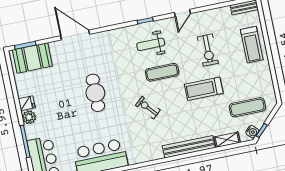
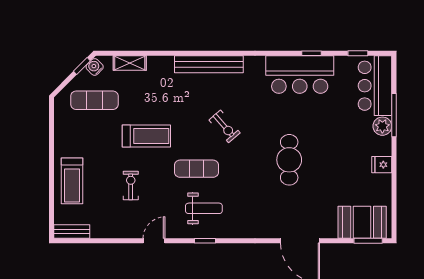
treadmill: (252, 45) -> (72, 181), turned 180
exercise bike: (208, 50) -> (131, 185), width x0.73, depth x0.72
plant: (29, 117) -> (382, 126), moved
bench: (189, 147) -> (209, 64), moved

